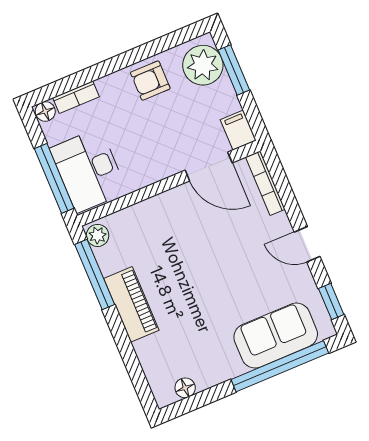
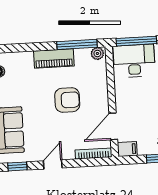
armchair: (192, 258) -> (67, 100), added

